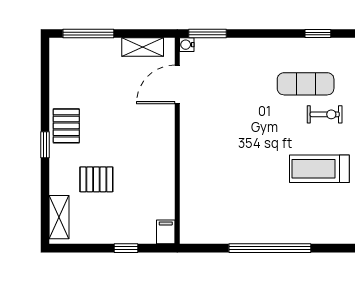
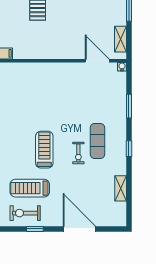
window: (207, 33) -> (129, 106), moved

